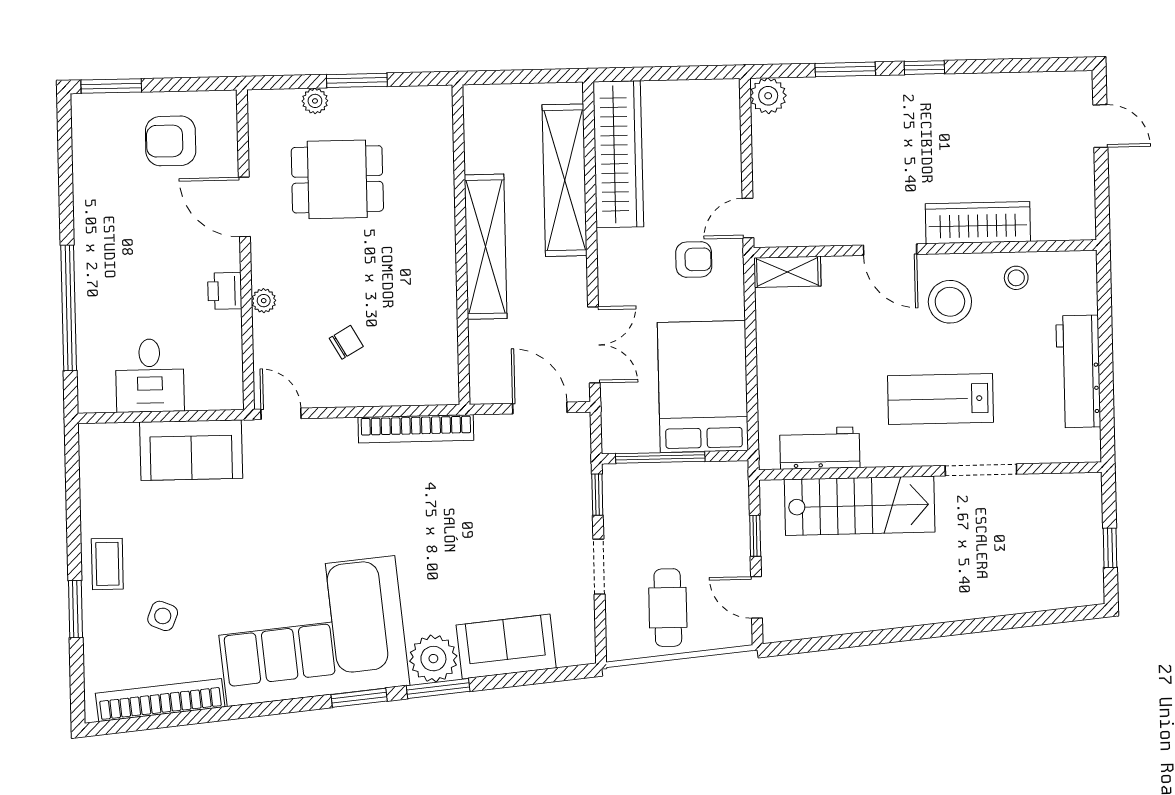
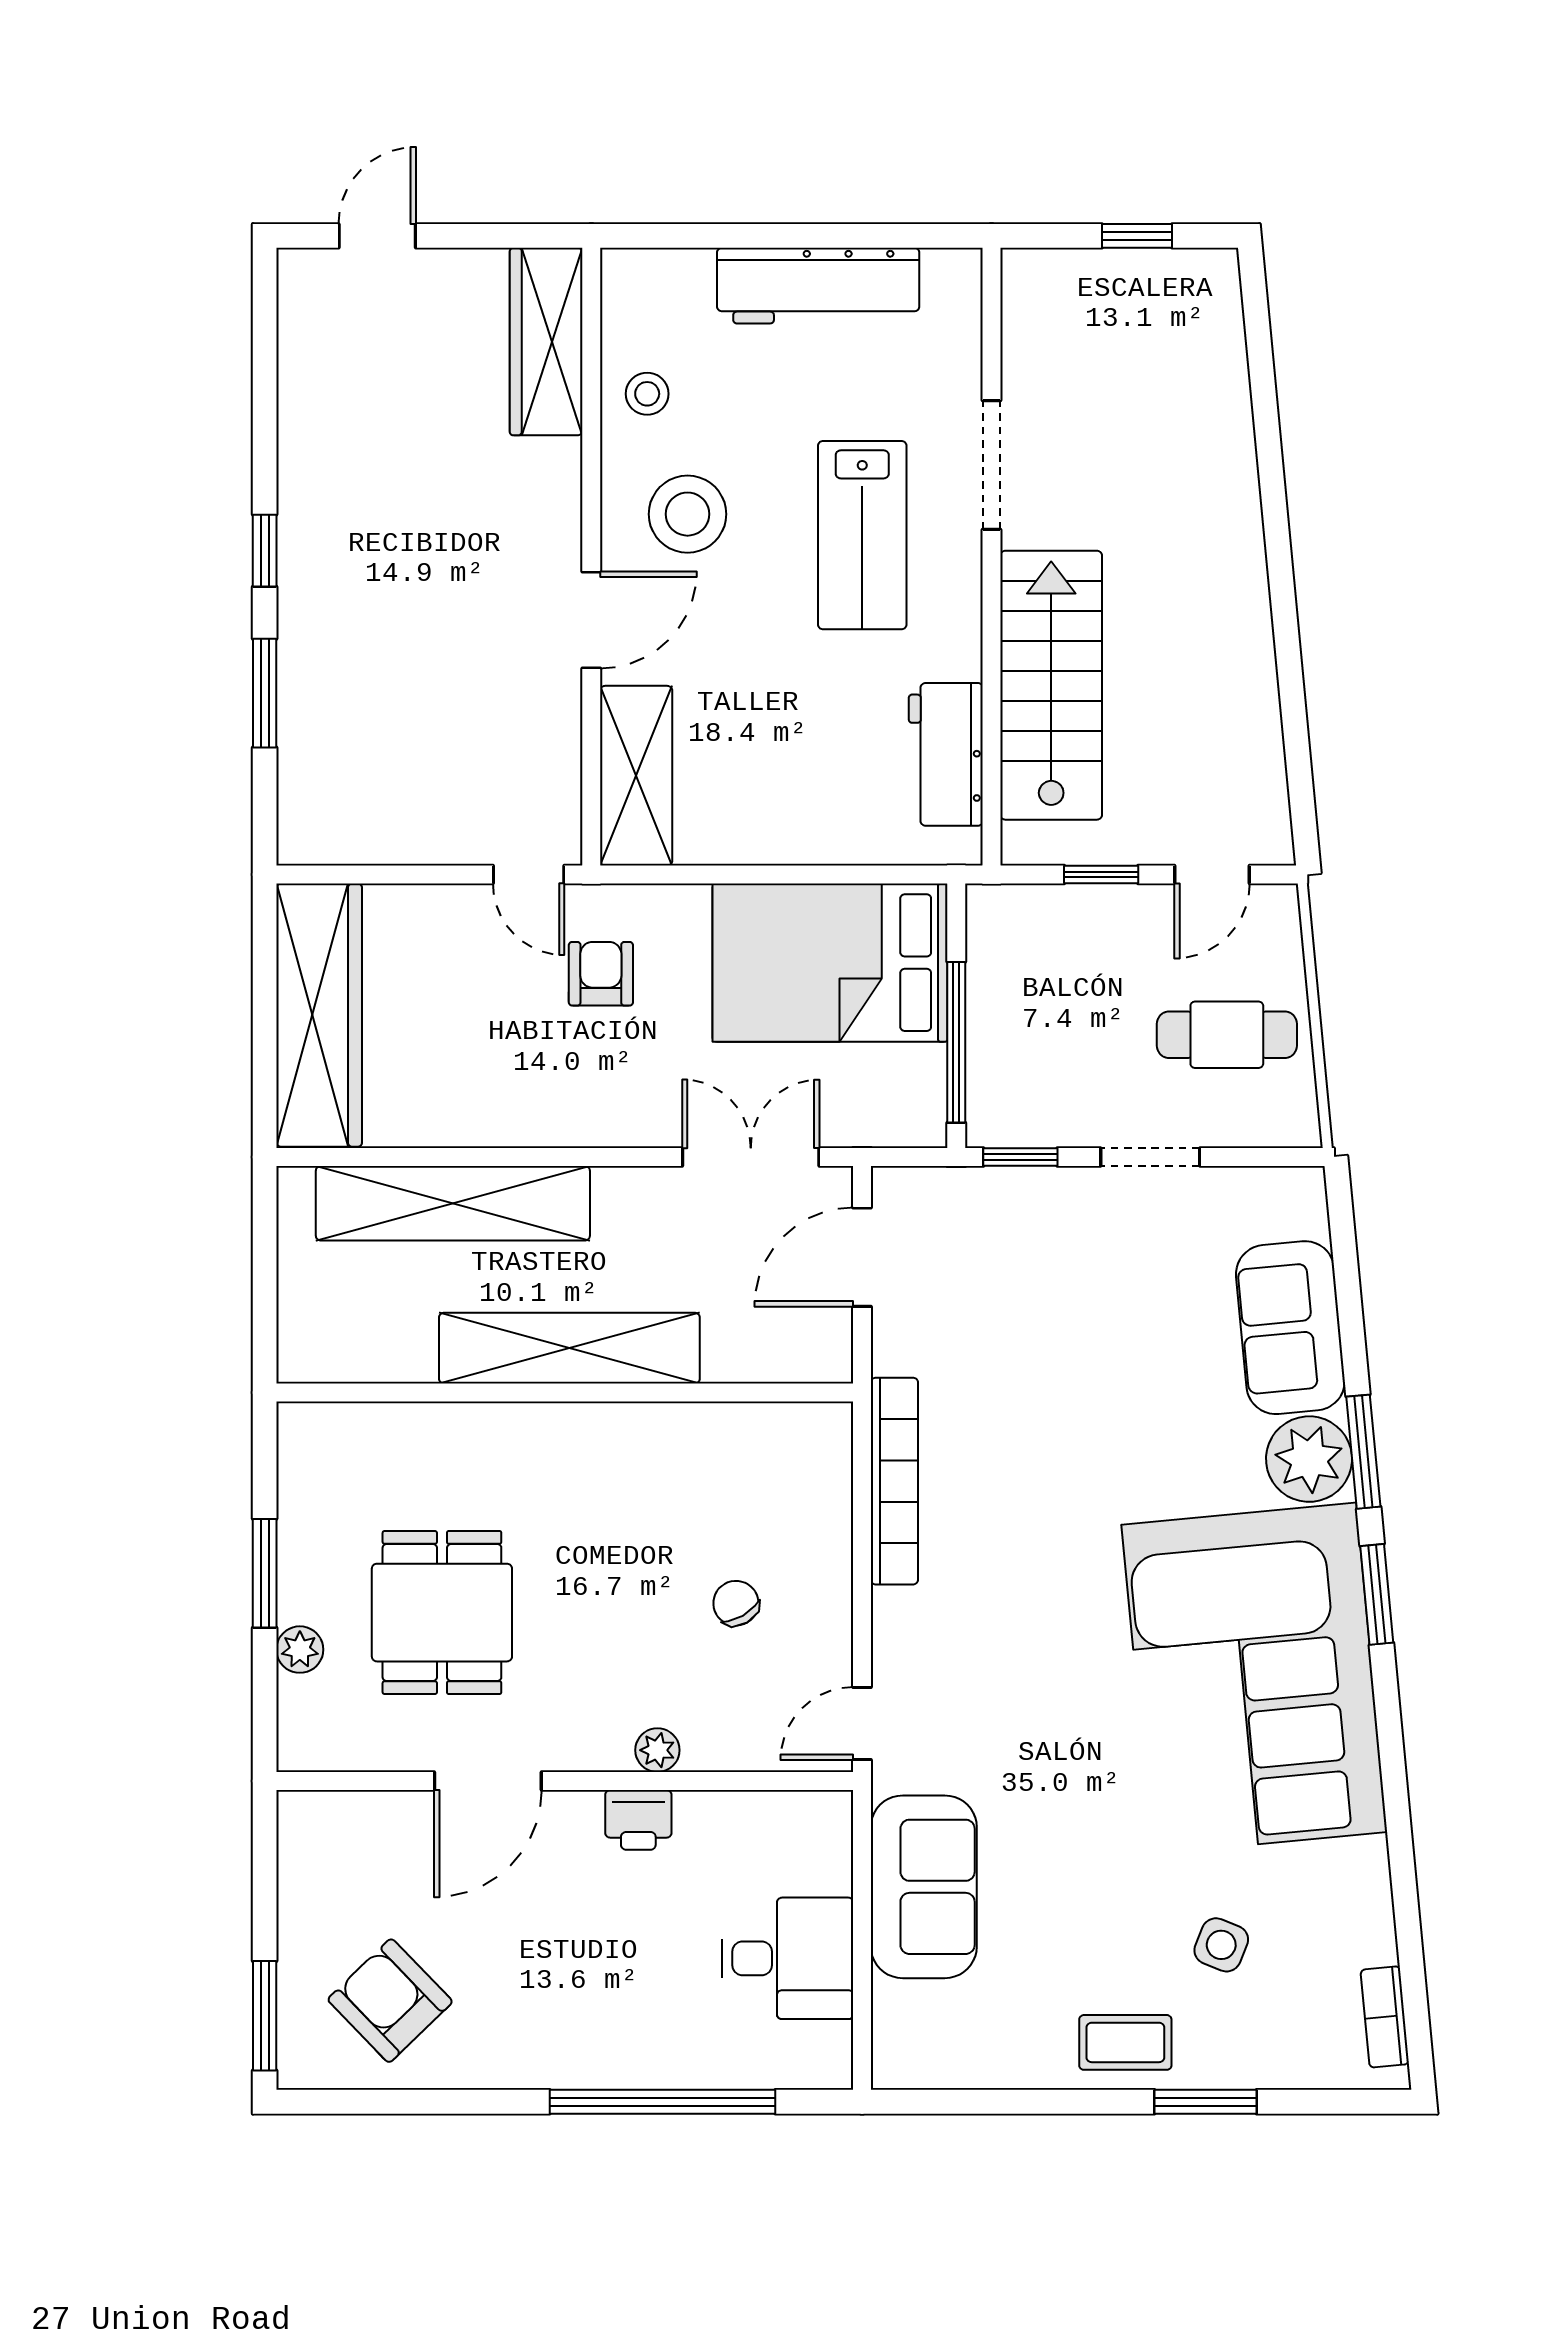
plant: (768, 96) -> (309, 833), removed
armchair: (171, 141) -> (390, 2001), moved, turned 136
wardrobe: (618, 154) -> (319, 1015), moved, turned 90
wardrobe: (978, 223) -> (546, 342), moved
shelving: (787, 272) -> (636, 776), width x1.50, depth x1.33
bookcase: (160, 700) -> (1385, 2017), width x0.43, depth x0.76

